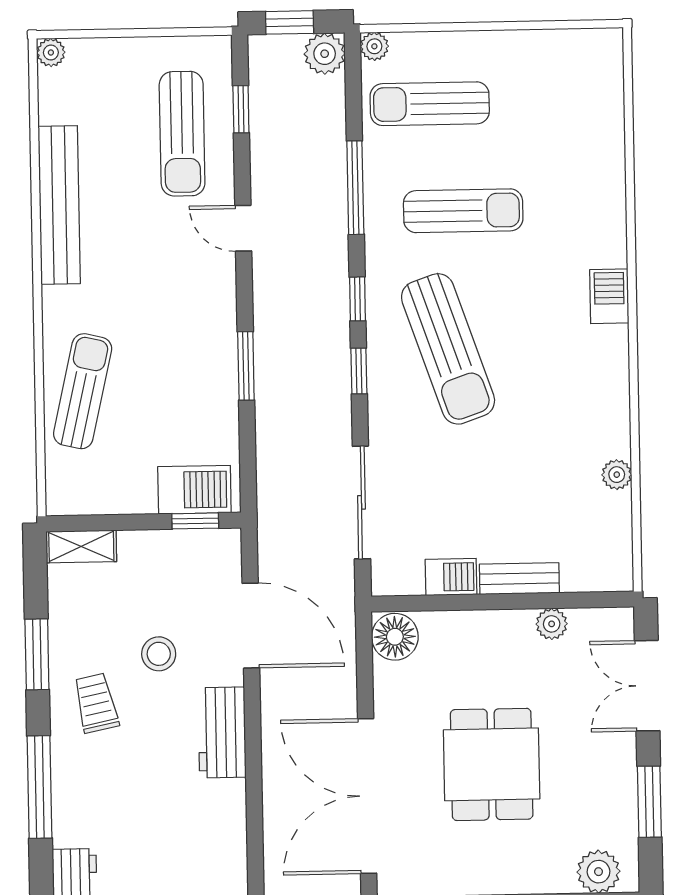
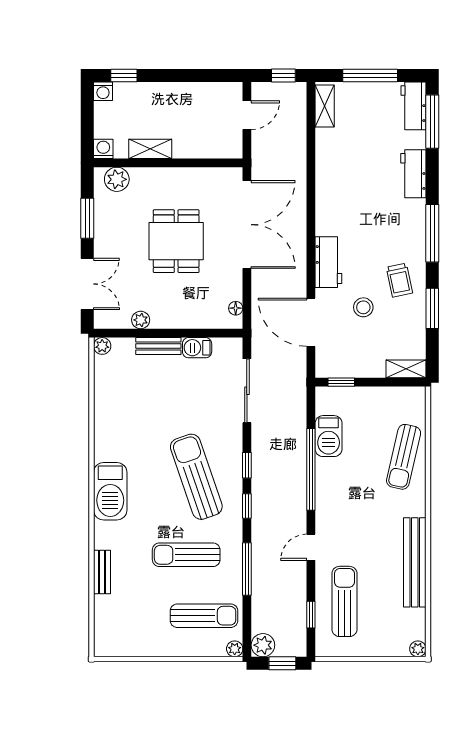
bench: (611, 177) -> (102, 572), added
door: (243, 228) -> (311, 547), swing flipped
barbecue: (609, 296) -> (110, 491), width x1.88, depth x1.53
window: (246, 366) -> (311, 469), width x2.11
plant: (617, 475) -> (102, 346), moved
barbecue: (194, 490) -> (329, 436), moved, turned -90
floor lamp: (395, 637) -> (236, 308), width x0.53, depth x0.53

